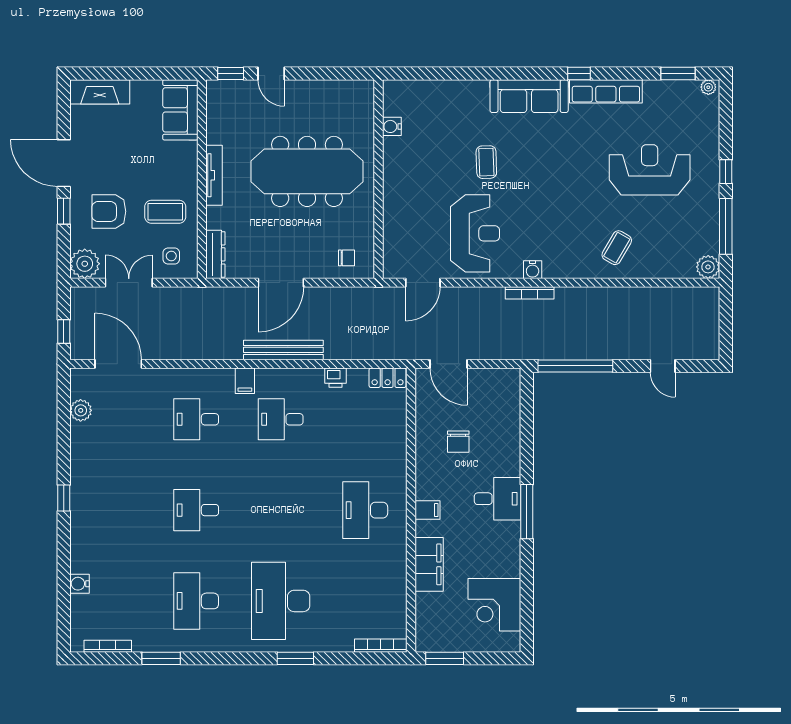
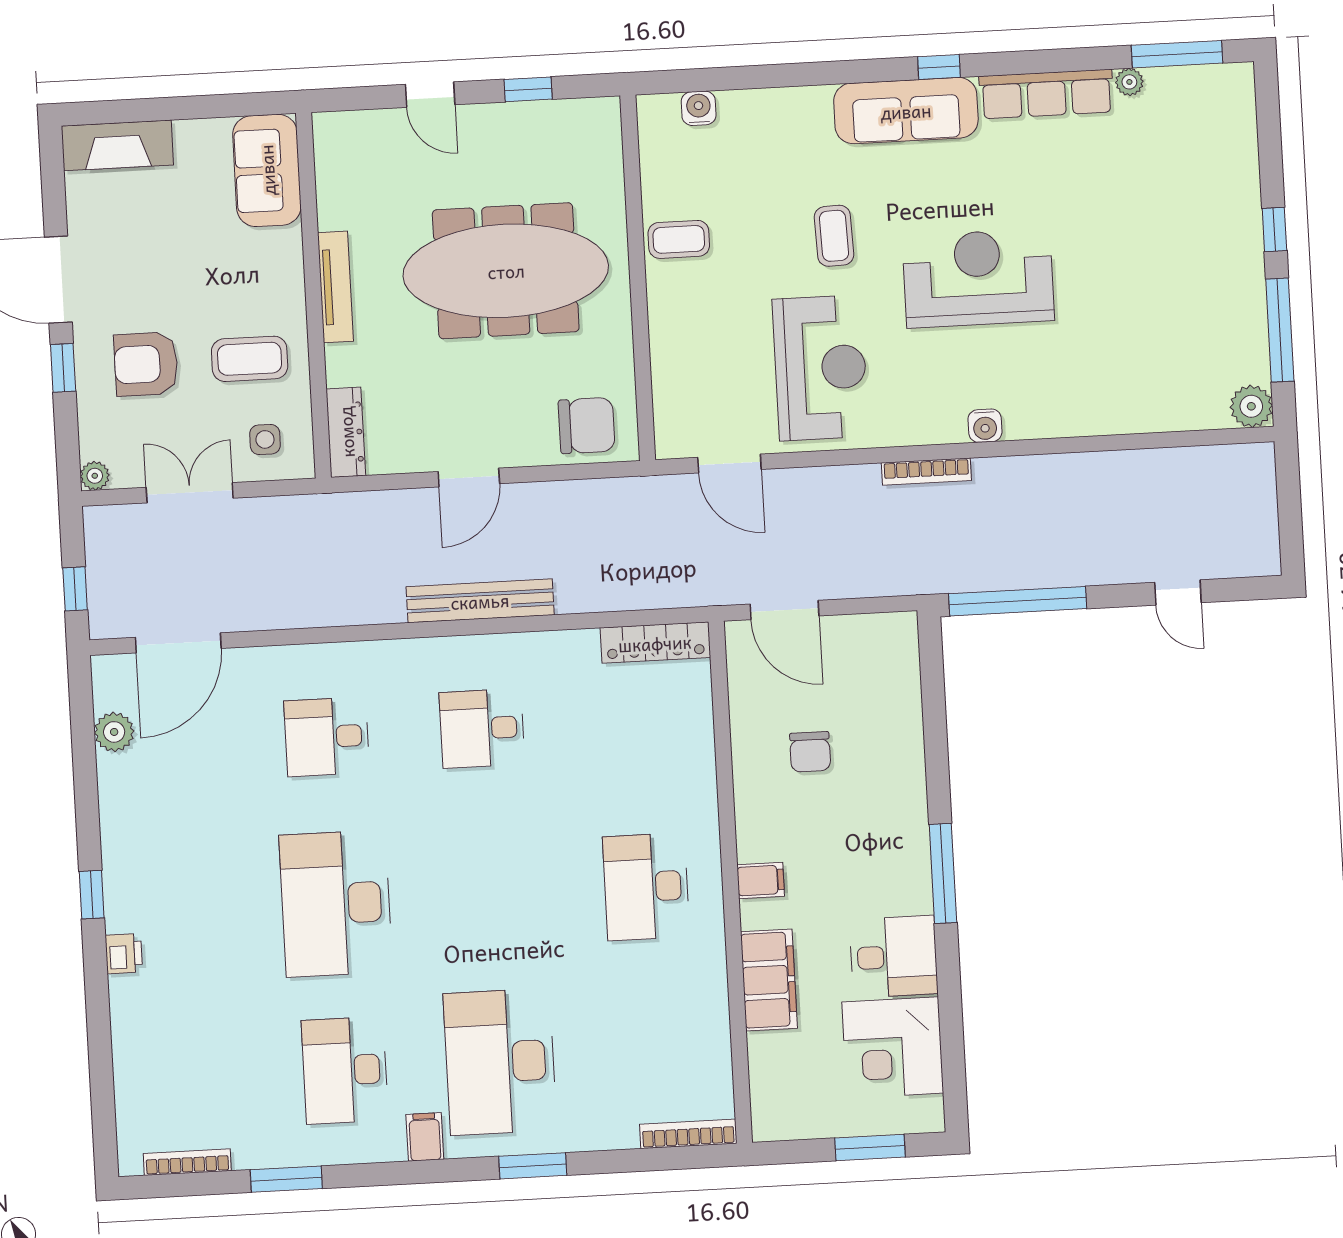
window: (231, 74) -> (528, 89), moved
window: (579, 74) -> (939, 67), moved
window: (678, 74) -> (1177, 54), width x1.44
plant: (708, 87) -> (1129, 82), moved
water cooler: (392, 126) -> (699, 108), moved, turned 90
reception desk: (650, 170) -> (978, 278), moved
coffee table: (617, 248) -> (679, 239), moved, turned 60
chair: (346, 258) -> (587, 426), width x1.87, depth x1.87
plant: (85, 264) -> (95, 476), width x0.53, depth x0.53
water cooler: (533, 270) -> (985, 426), moved
door: (281, 283) -> (469, 478), width x0.73
door: (423, 283) -> (729, 463), hinge flipped
door: (118, 364) -> (178, 643), swing flipped
printer: (336, 378) -> (124, 954), moved, turned -90
locker: (388, 378) -> (655, 643), width x1.53
filing cabinet: (245, 381) -> (425, 1137), moved, turned 180
desk: (498, 499) -> (894, 957), moved
desk: (196, 510) -> (336, 904), width x1.87, depth x1.30
water cooler: (79, 584) -> (129, 1050), removed
window: (445, 658) -> (870, 1148), moved

